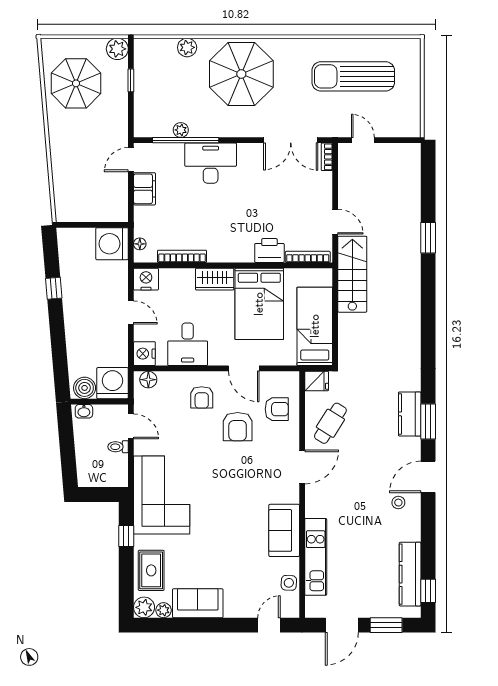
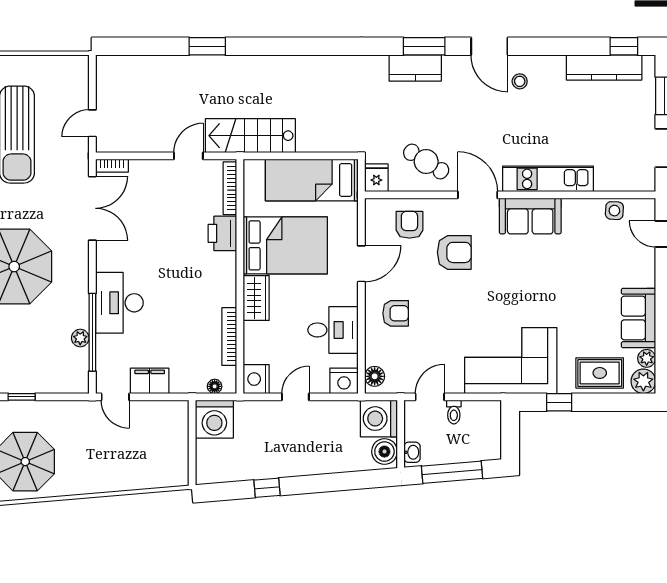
armchair: (238, 427) -> (454, 252), moved
window: (67, 445) -> (452, 472), added
sofa: (284, 530) -> (530, 216), moved
kitchen unit: (316, 557) -> (548, 179), moved

